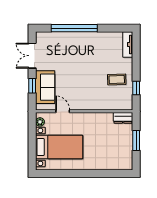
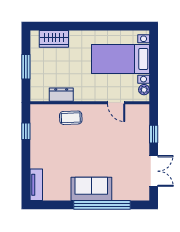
coffee table: (117, 79) -> (71, 118), moved
sofa: (45, 87) -> (91, 189), moved, turned 90
dresser: (123, 118) -> (61, 95), moved
wardrobe: (113, 163) -> (54, 39), added

